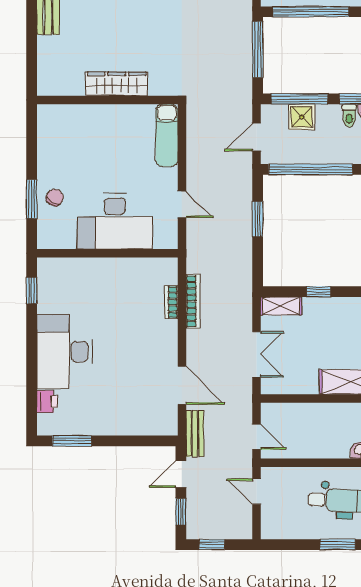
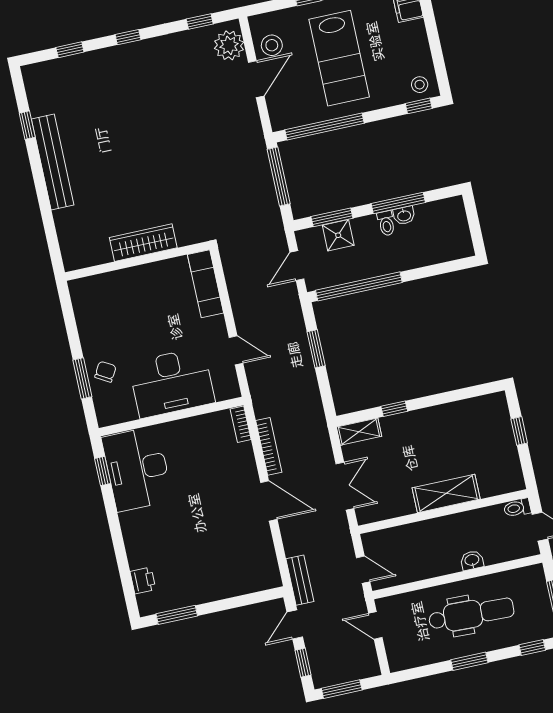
window: (299, 99) -> (332, 217), width x0.69
bookcase: (171, 302) -> (241, 424), moved
desk: (65, 352) -> (137, 469), moved
door: (182, 385) -> (269, 501), moved
window: (212, 545) -> (342, 689), width x1.50

